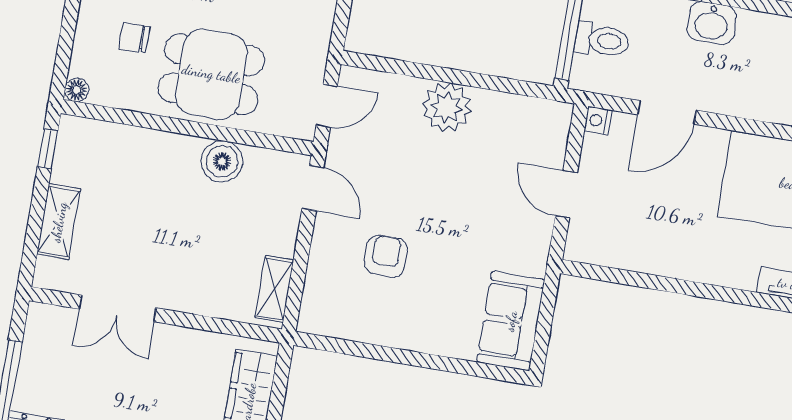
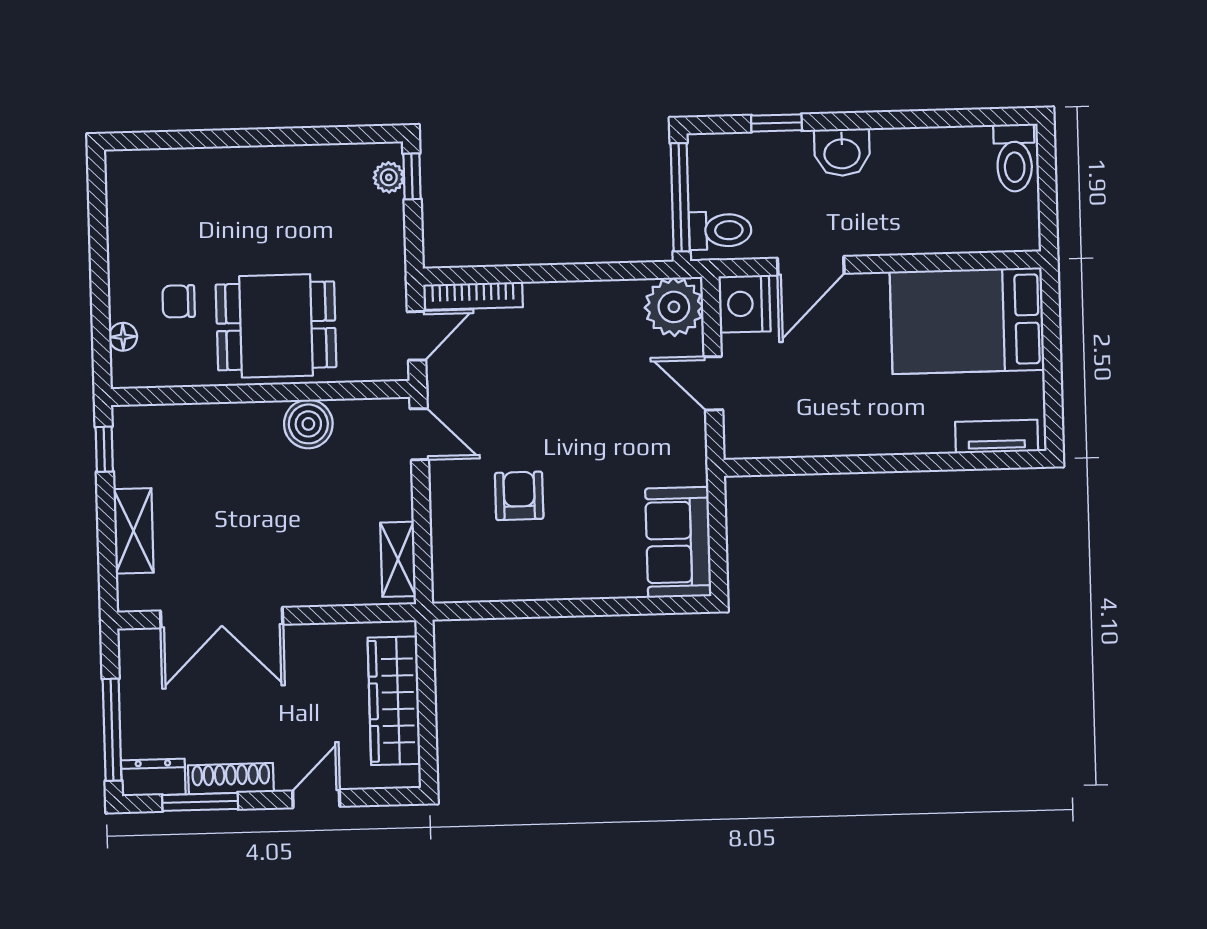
toilet: (602, 40) -> (720, 230), moved
bookcase: (380, 82) -> (473, 296), added
floor lamp: (77, 90) -> (123, 337), moved
plant: (447, 107) -> (674, 307), moved
nightstand: (598, 120) -> (744, 304), width x1.89, depth x1.79
double door: (118, 308) -> (222, 618), width x1.37

